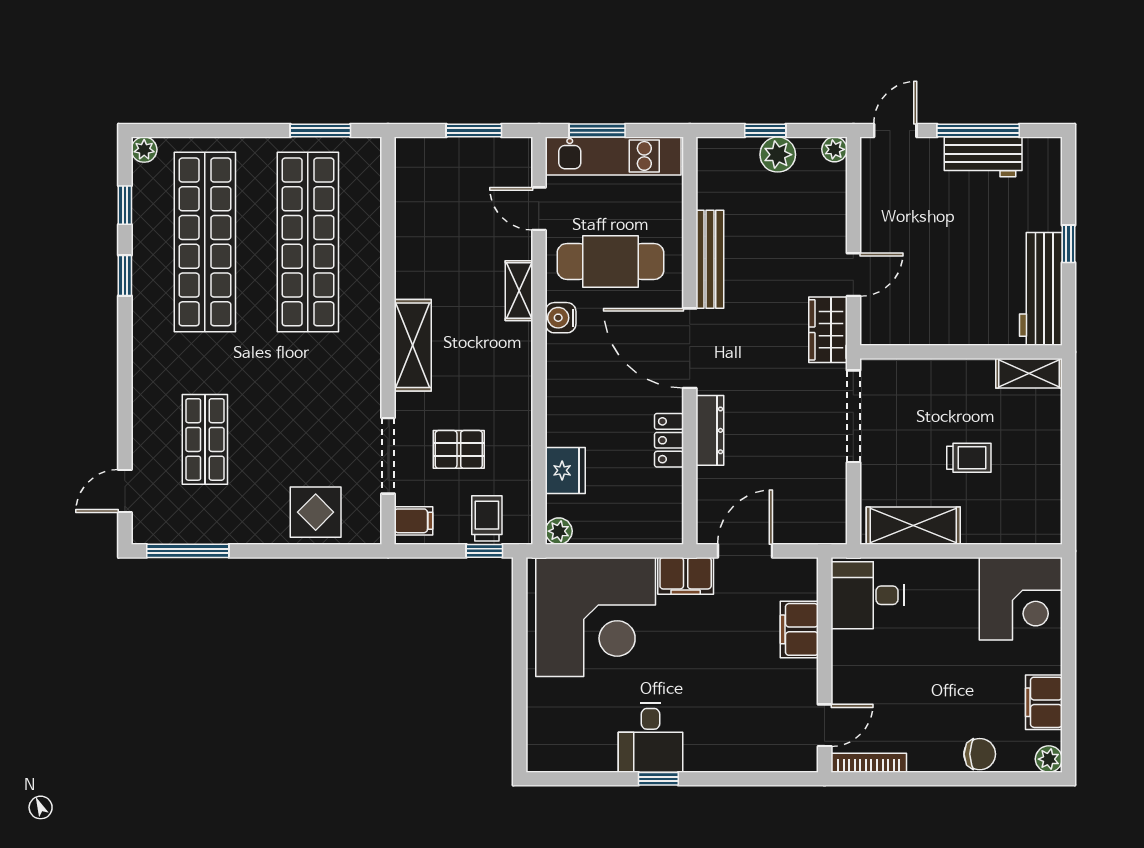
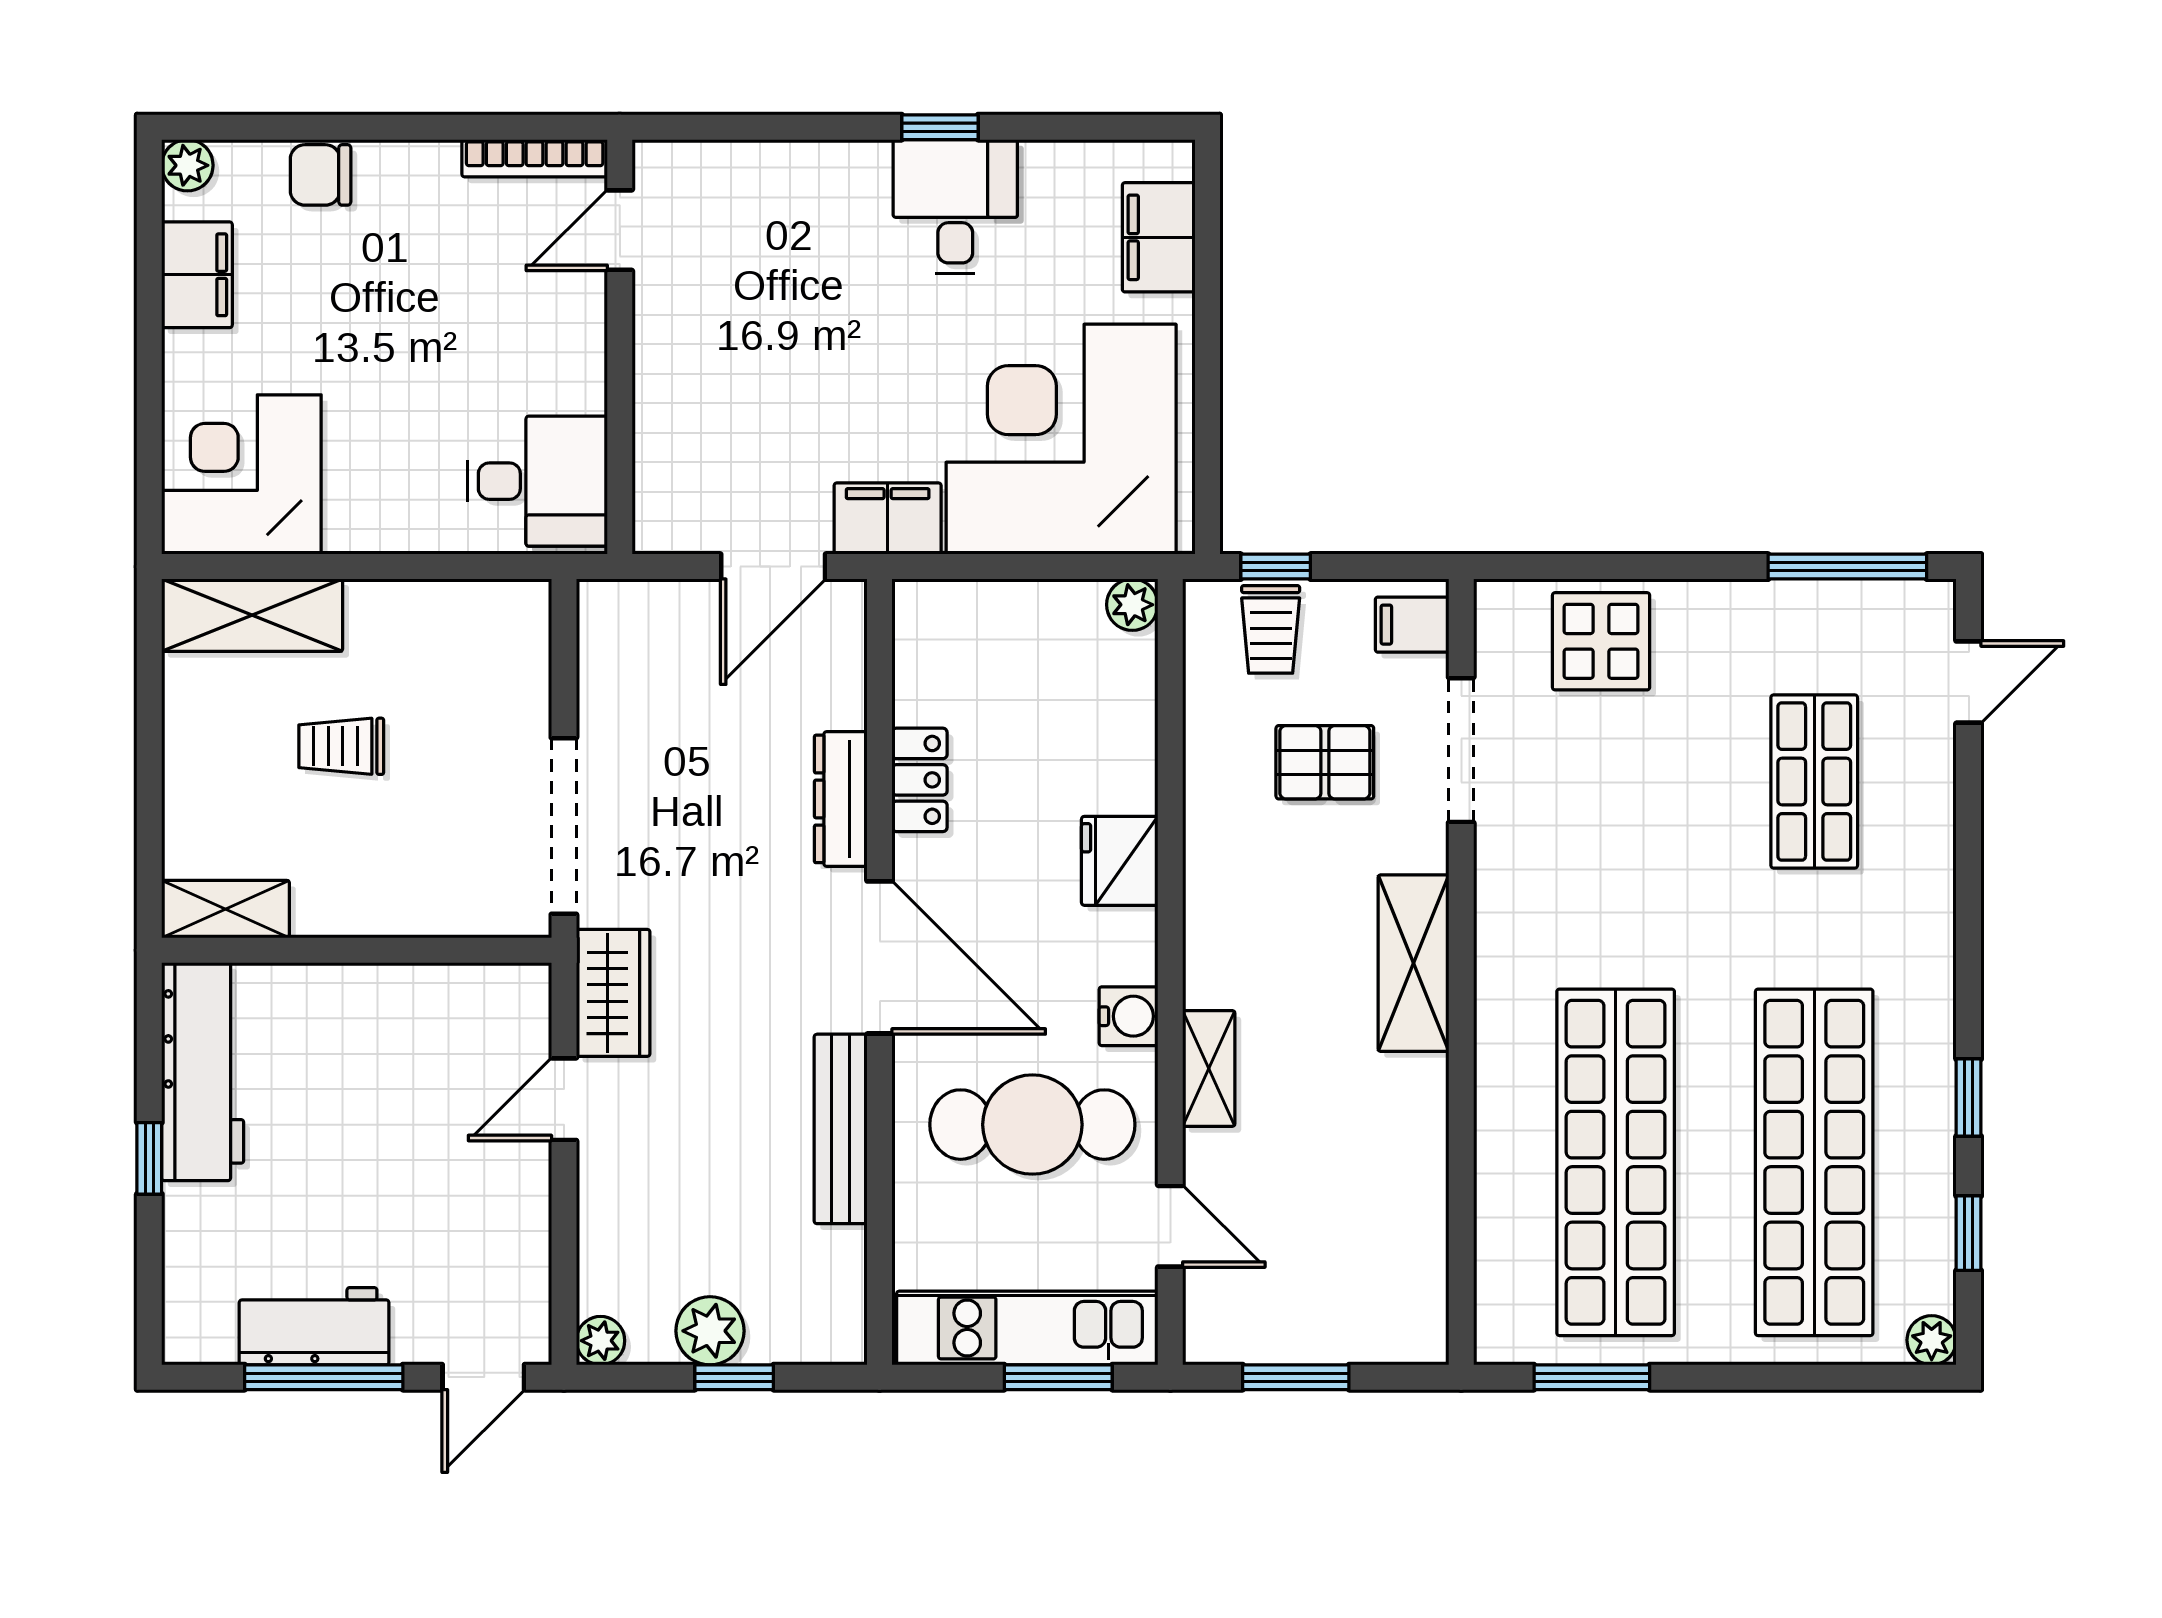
fridge: (565, 470) -> (1120, 861), moved
shelving: (913, 526) -> (252, 615), moved
filing cabinet: (799, 629) -> (1159, 237), moved, turned 180

